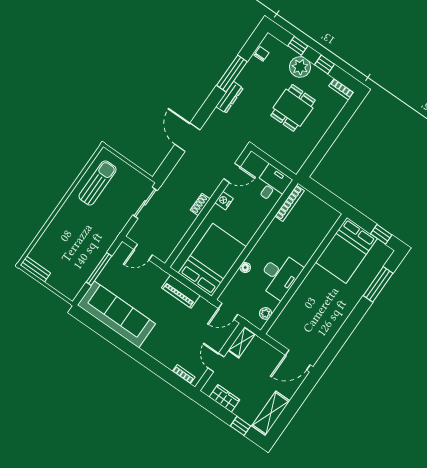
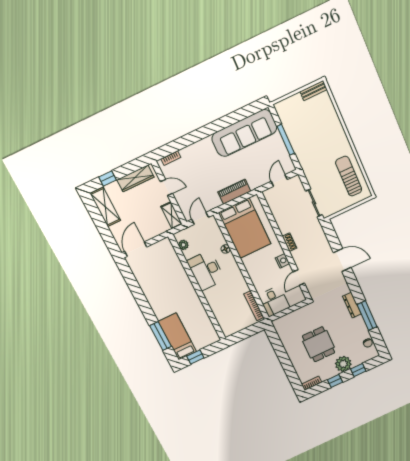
sun lounger: (98, 183) -> (349, 176), turned 180
bed: (346, 250) -> (177, 337), moved, width x0.67
wardrobe: (224, 398) -> (135, 178), width x1.50

